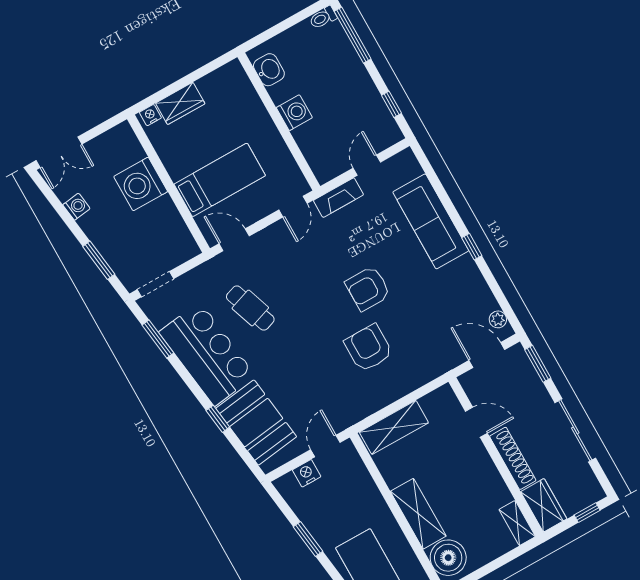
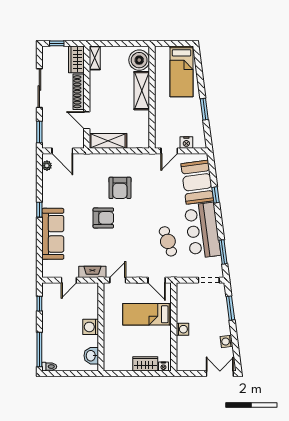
washing machine: (141, 184) -> (182, 329), width x0.53, depth x0.53
shelving: (394, 427) -> (108, 141), moved

